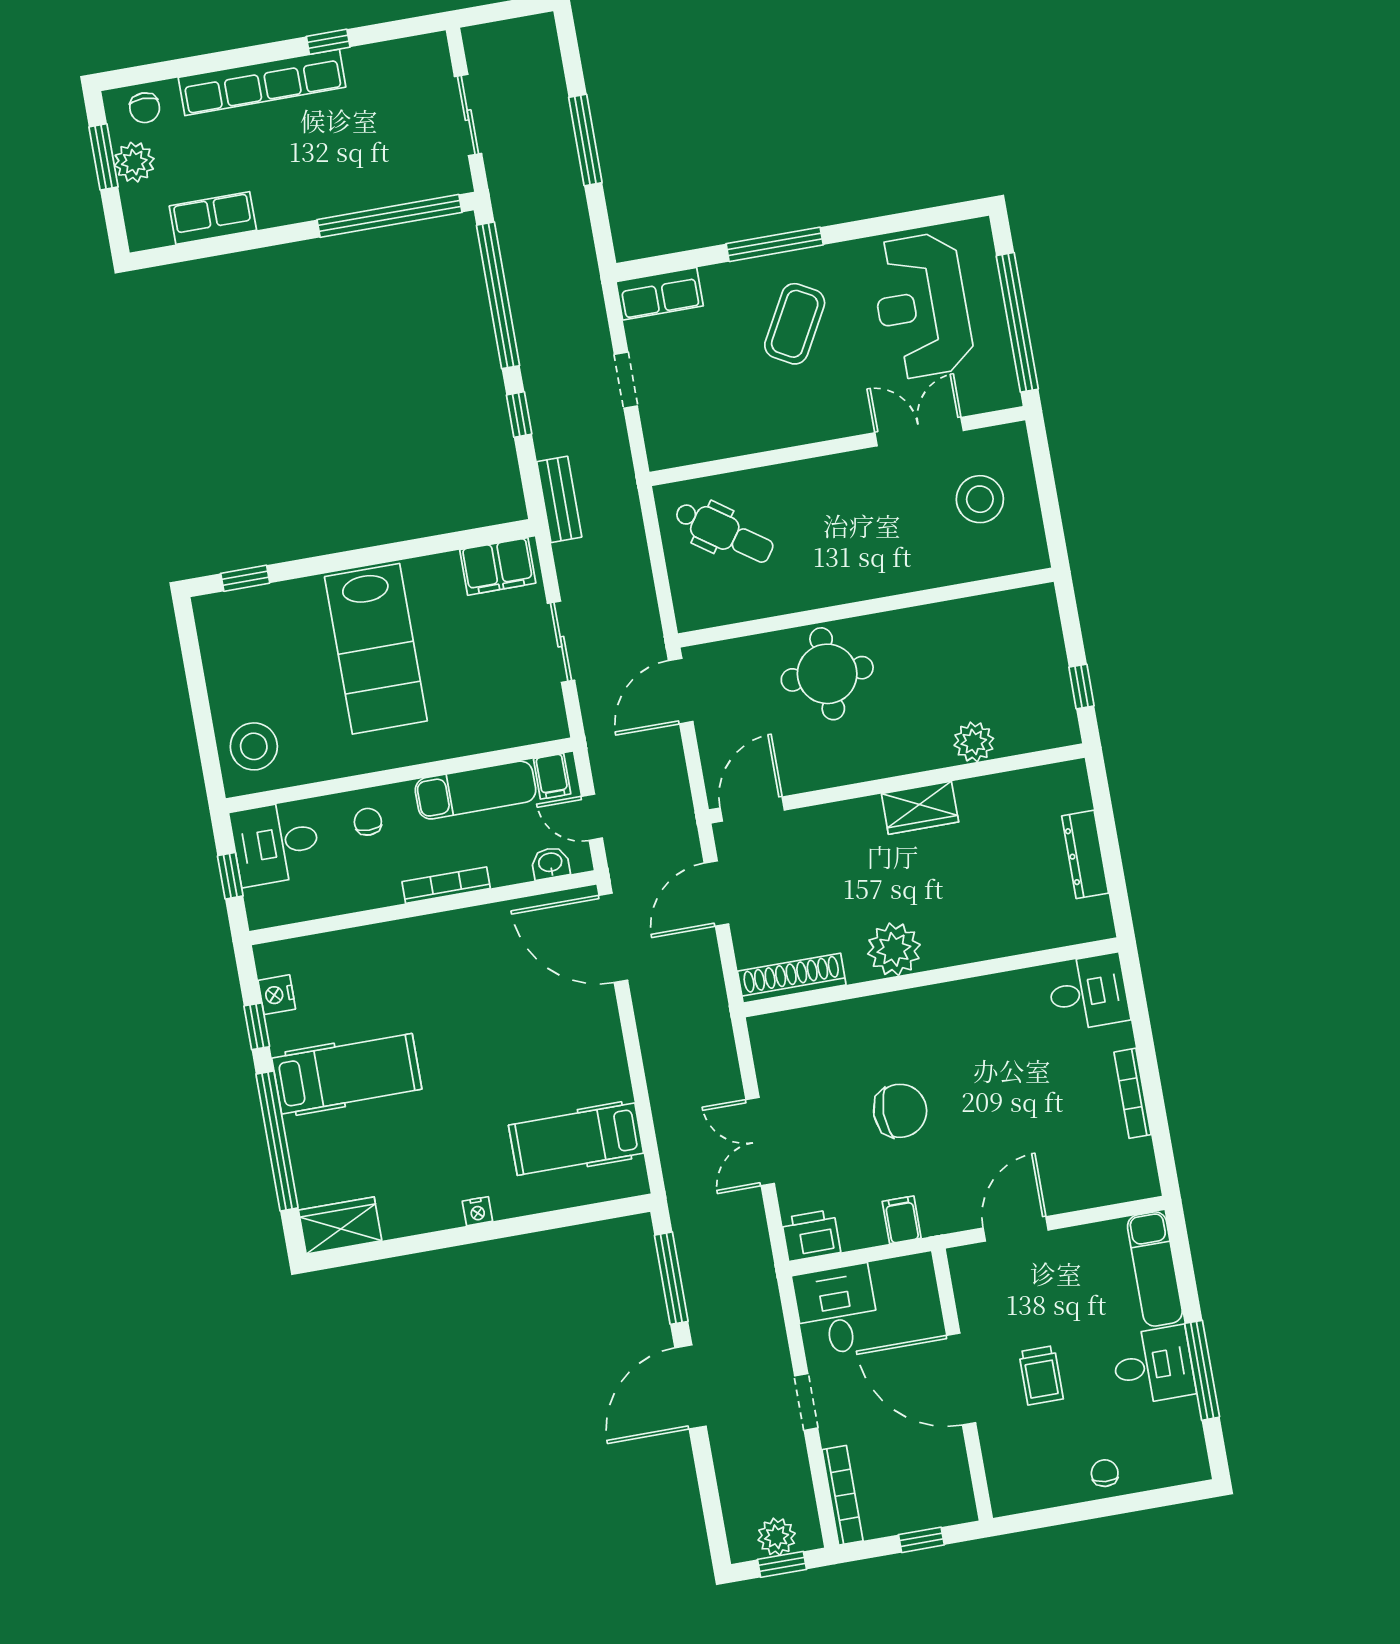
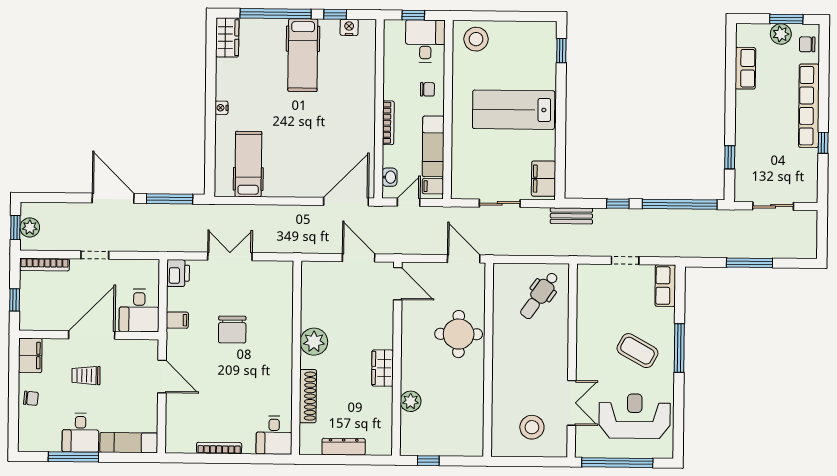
window: (390, 216) -> (730, 157), width x0.32
shoe rack: (792, 978) -> (308, 396), moved
desk: (837, 1310) -> (139, 310), moved, turned 90
filing cabinet: (1022, 1490) -> (30, 355), added

